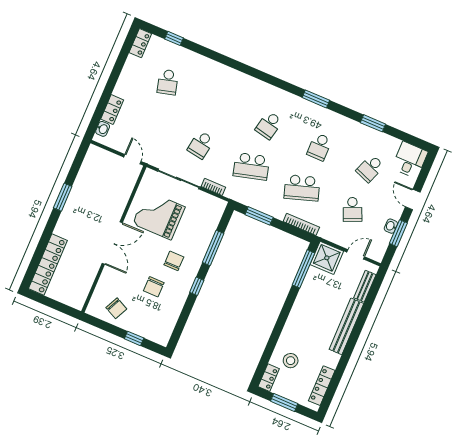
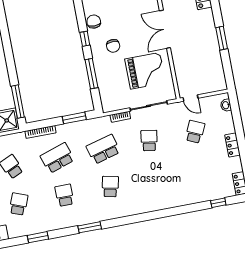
school desk: (168, 82) -> (195, 132), moved, turned 39
locker: (112, 110) -> (232, 145), moved
chair: (154, 287) -> (94, 22), moved

